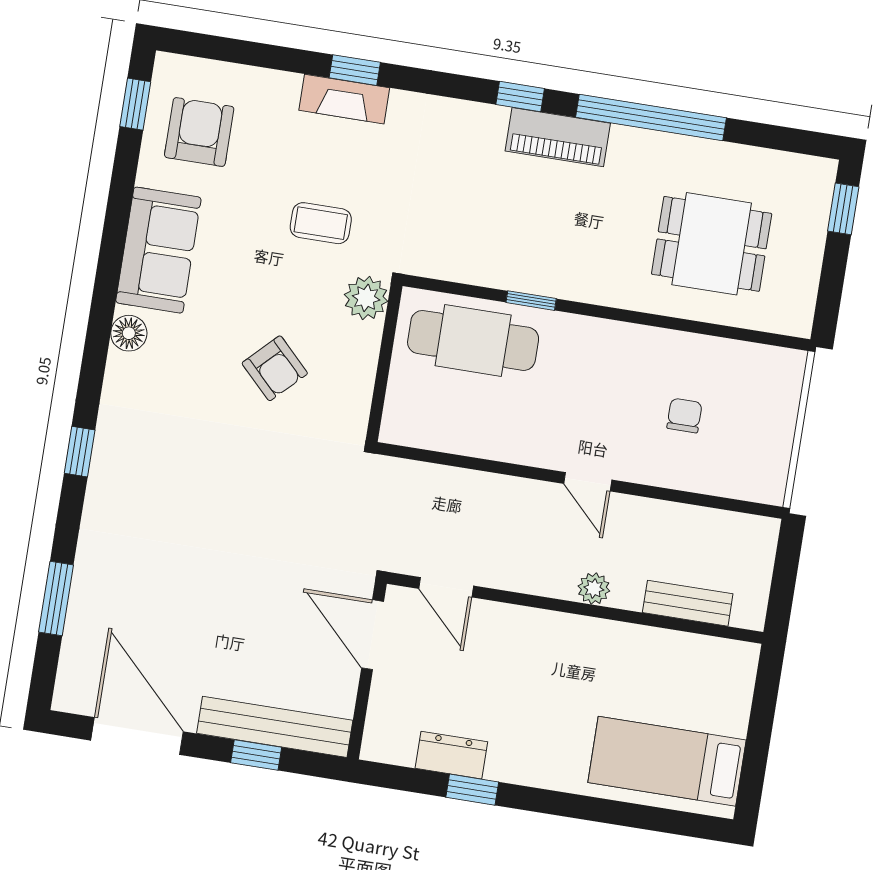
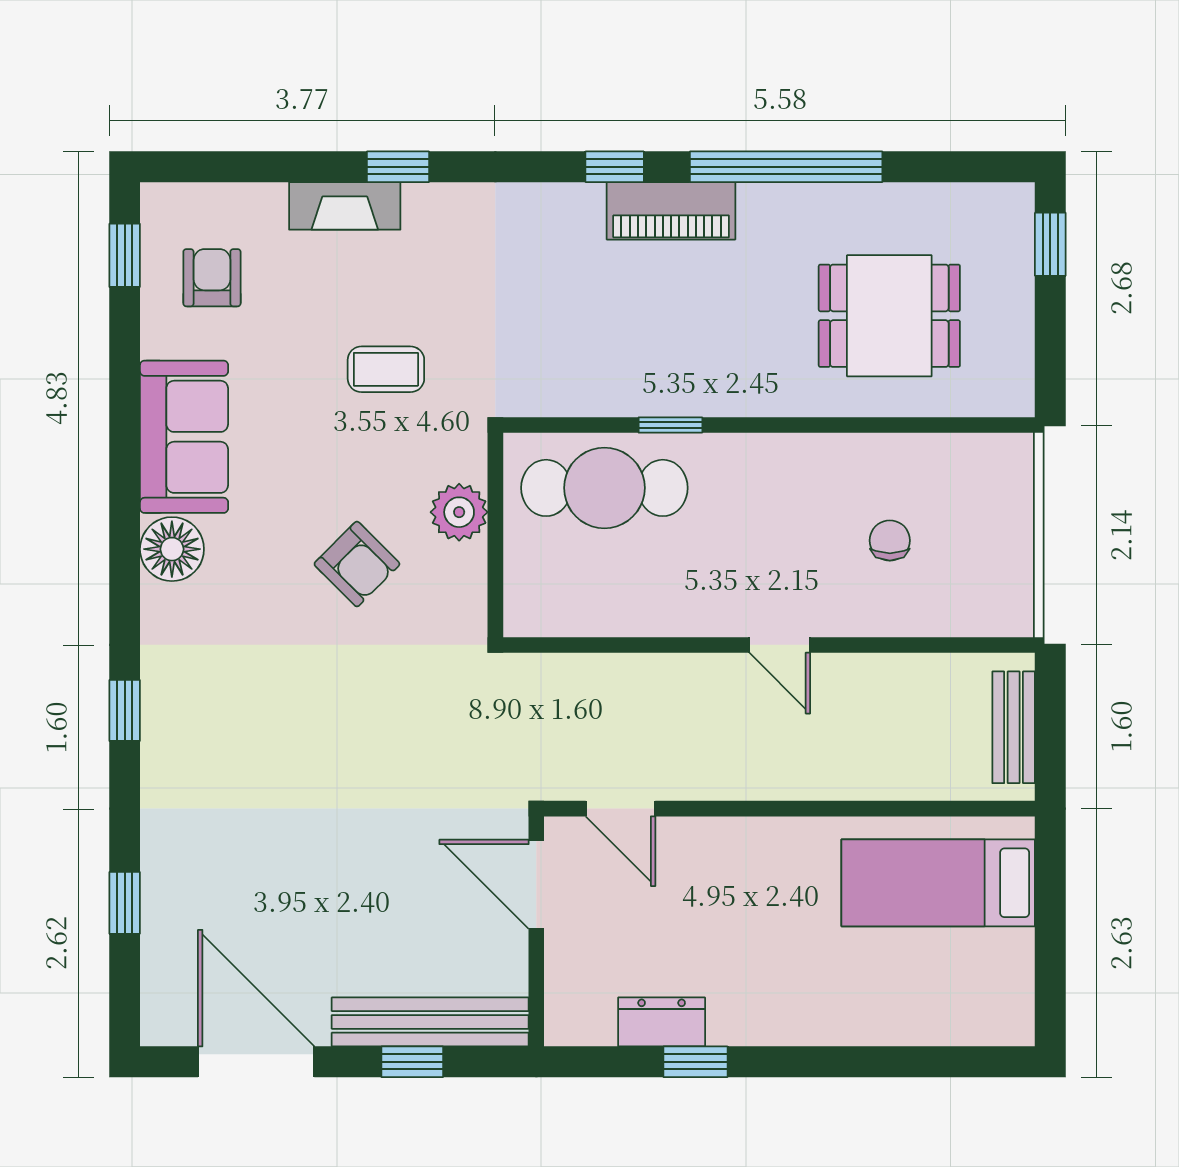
fireplace: (344, 99) -> (345, 206), moved
armchair: (199, 132) -> (212, 278), width x0.72, depth x0.72
plant: (366, 298) -> (459, 512), moved
floor lamp: (129, 333) -> (172, 549), width x1.38, depth x1.38
plant: (594, 588) -> (809, 780), removed
window: (56, 599) -> (125, 903), width x0.67
bench: (688, 603) -> (1014, 727), moved, turned 90
bed: (667, 761) -> (938, 883), moved

